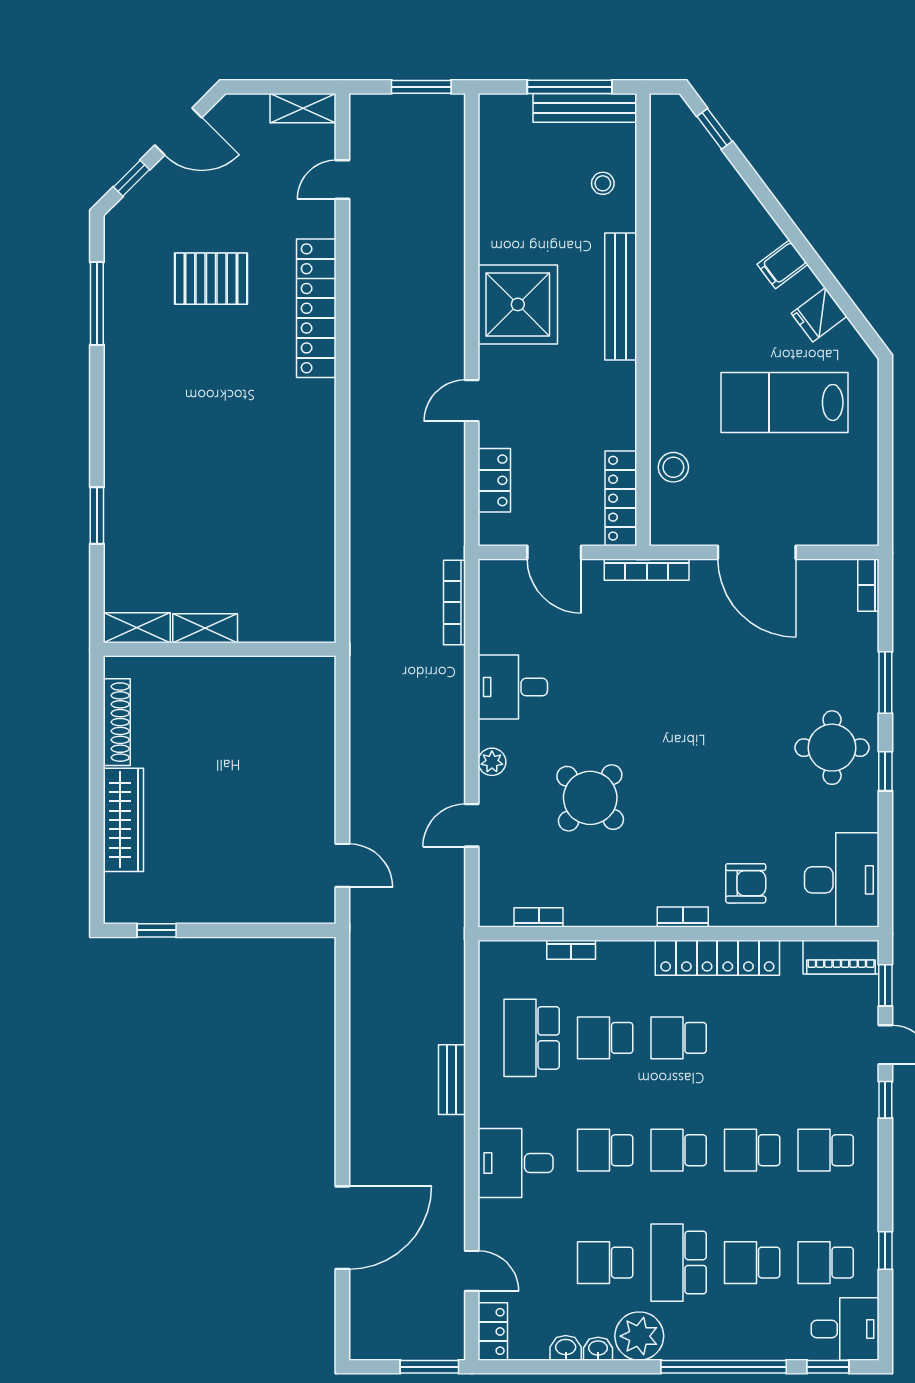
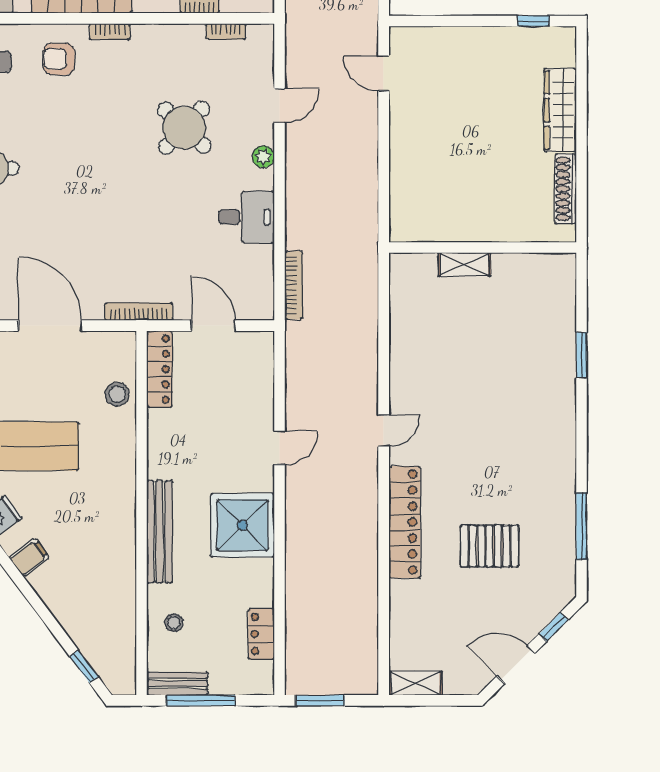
bench: (585, 108) -> (177, 684), width x0.73
door: (342, 180) -> (384, 431), moved
locker: (494, 480) -> (261, 634), moved
shelving: (137, 628) -> (549, 265), removed
shelving: (205, 628) -> (464, 264), moved

